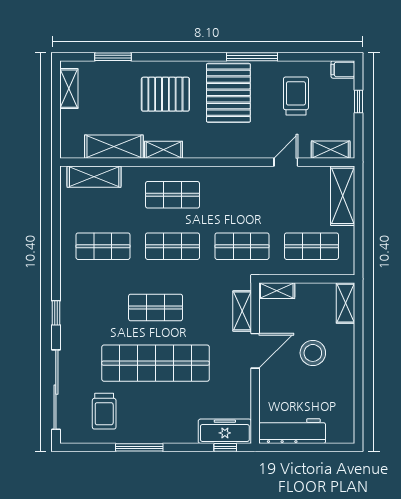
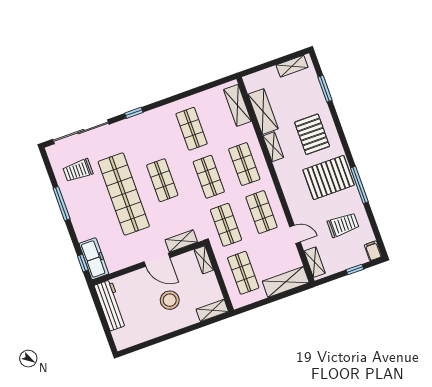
shop shelf: (242, 195) -> (262, 212), added

